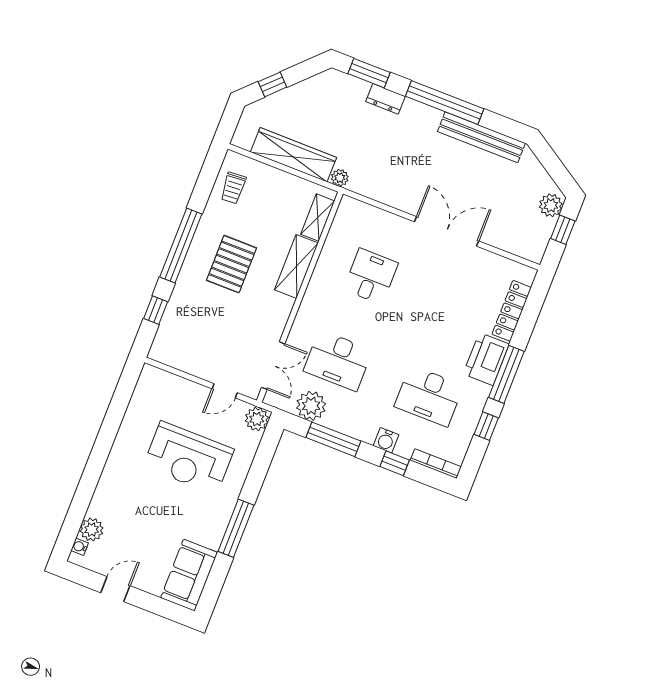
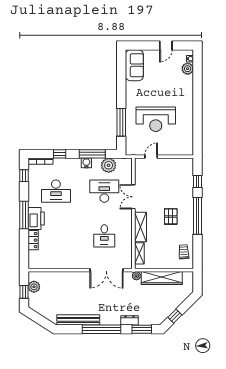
window: (272, 84) -> (175, 316), moved
plant: (551, 205) -> (34, 287), moved
double door: (447, 231) -> (106, 270), moved
pallet: (232, 264) -> (171, 216), width x0.67, depth x0.71
locker: (512, 311) -> (33, 240), width x0.66
double door: (273, 366) -> (133, 197), moved
desk: (429, 396) -> (56, 191), turned 180
plant: (257, 419) -> (131, 149), removed
window: (486, 426) -> (24, 176), moved
water cooler: (386, 440) -> (86, 163), moved
reception desk: (189, 458) -> (156, 119), turned 180
window: (236, 528) -> (121, 122), moved

